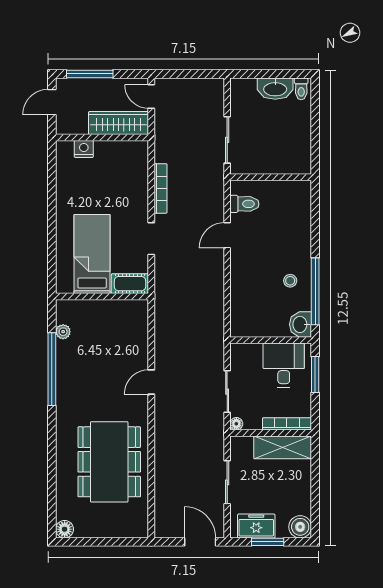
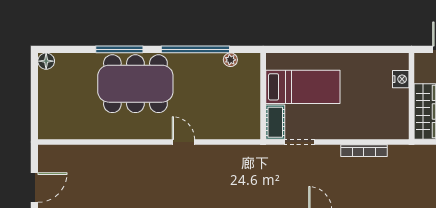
doorway: (151, 239) -> (300, 142), moved
window: (52, 451) -> (119, 49), added
dining table: (109, 462) -> (135, 84), moved

